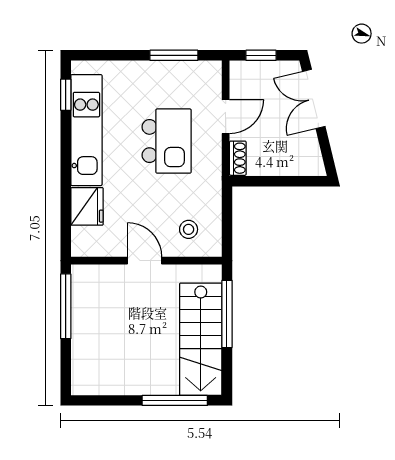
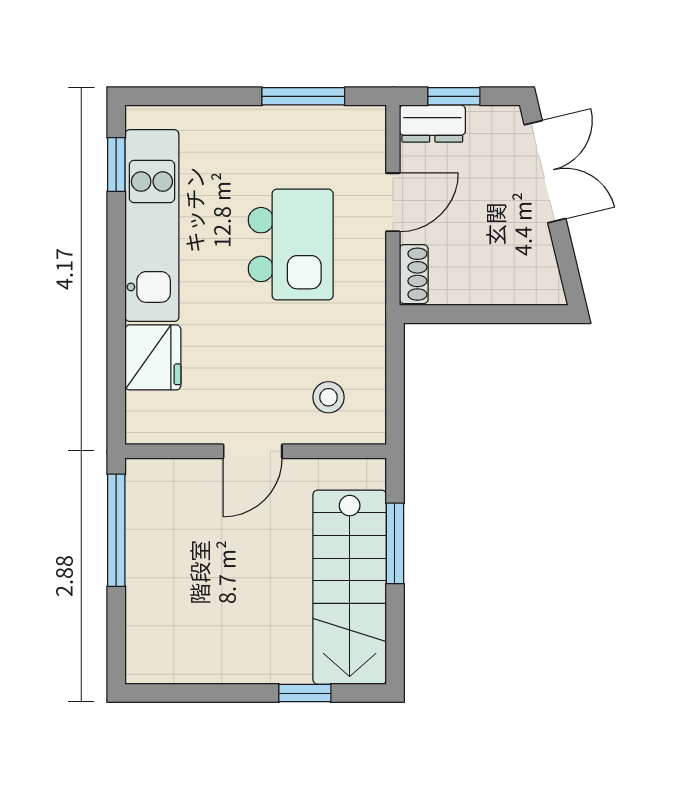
dresser: (249, 71) -> (432, 124), added
double door: (314, 99) -> (545, 172), swing flipped
door: (145, 261) -> (253, 451), swing flipped
window: (227, 314) -> (395, 543), width x0.69
window: (175, 400) -> (305, 693), width x0.46

